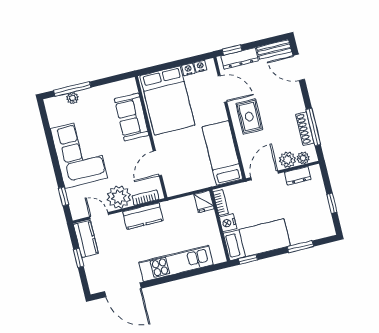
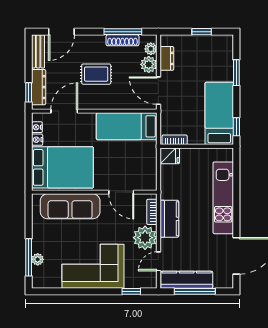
sofa: (132, 117) -> (70, 206), width x1.36
rug: (249, 117) -> (96, 74), moved
nightstand: (228, 223) -> (196, 138), removed
kitchen counter: (86, 239) -> (187, 280), width x1.50
window: (79, 258) -> (195, 291), width x2.17

